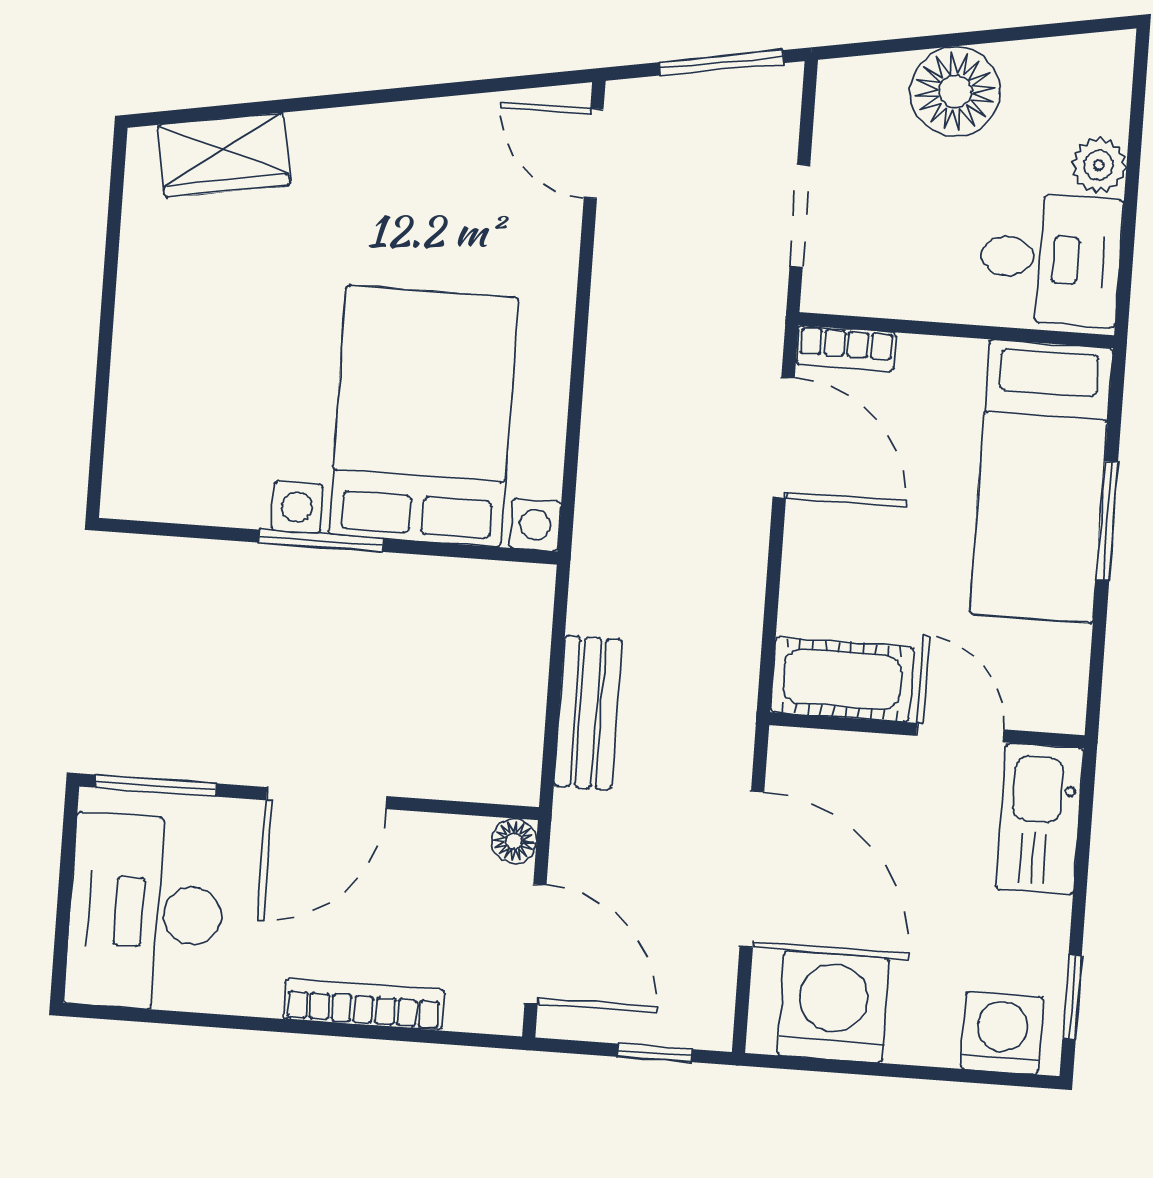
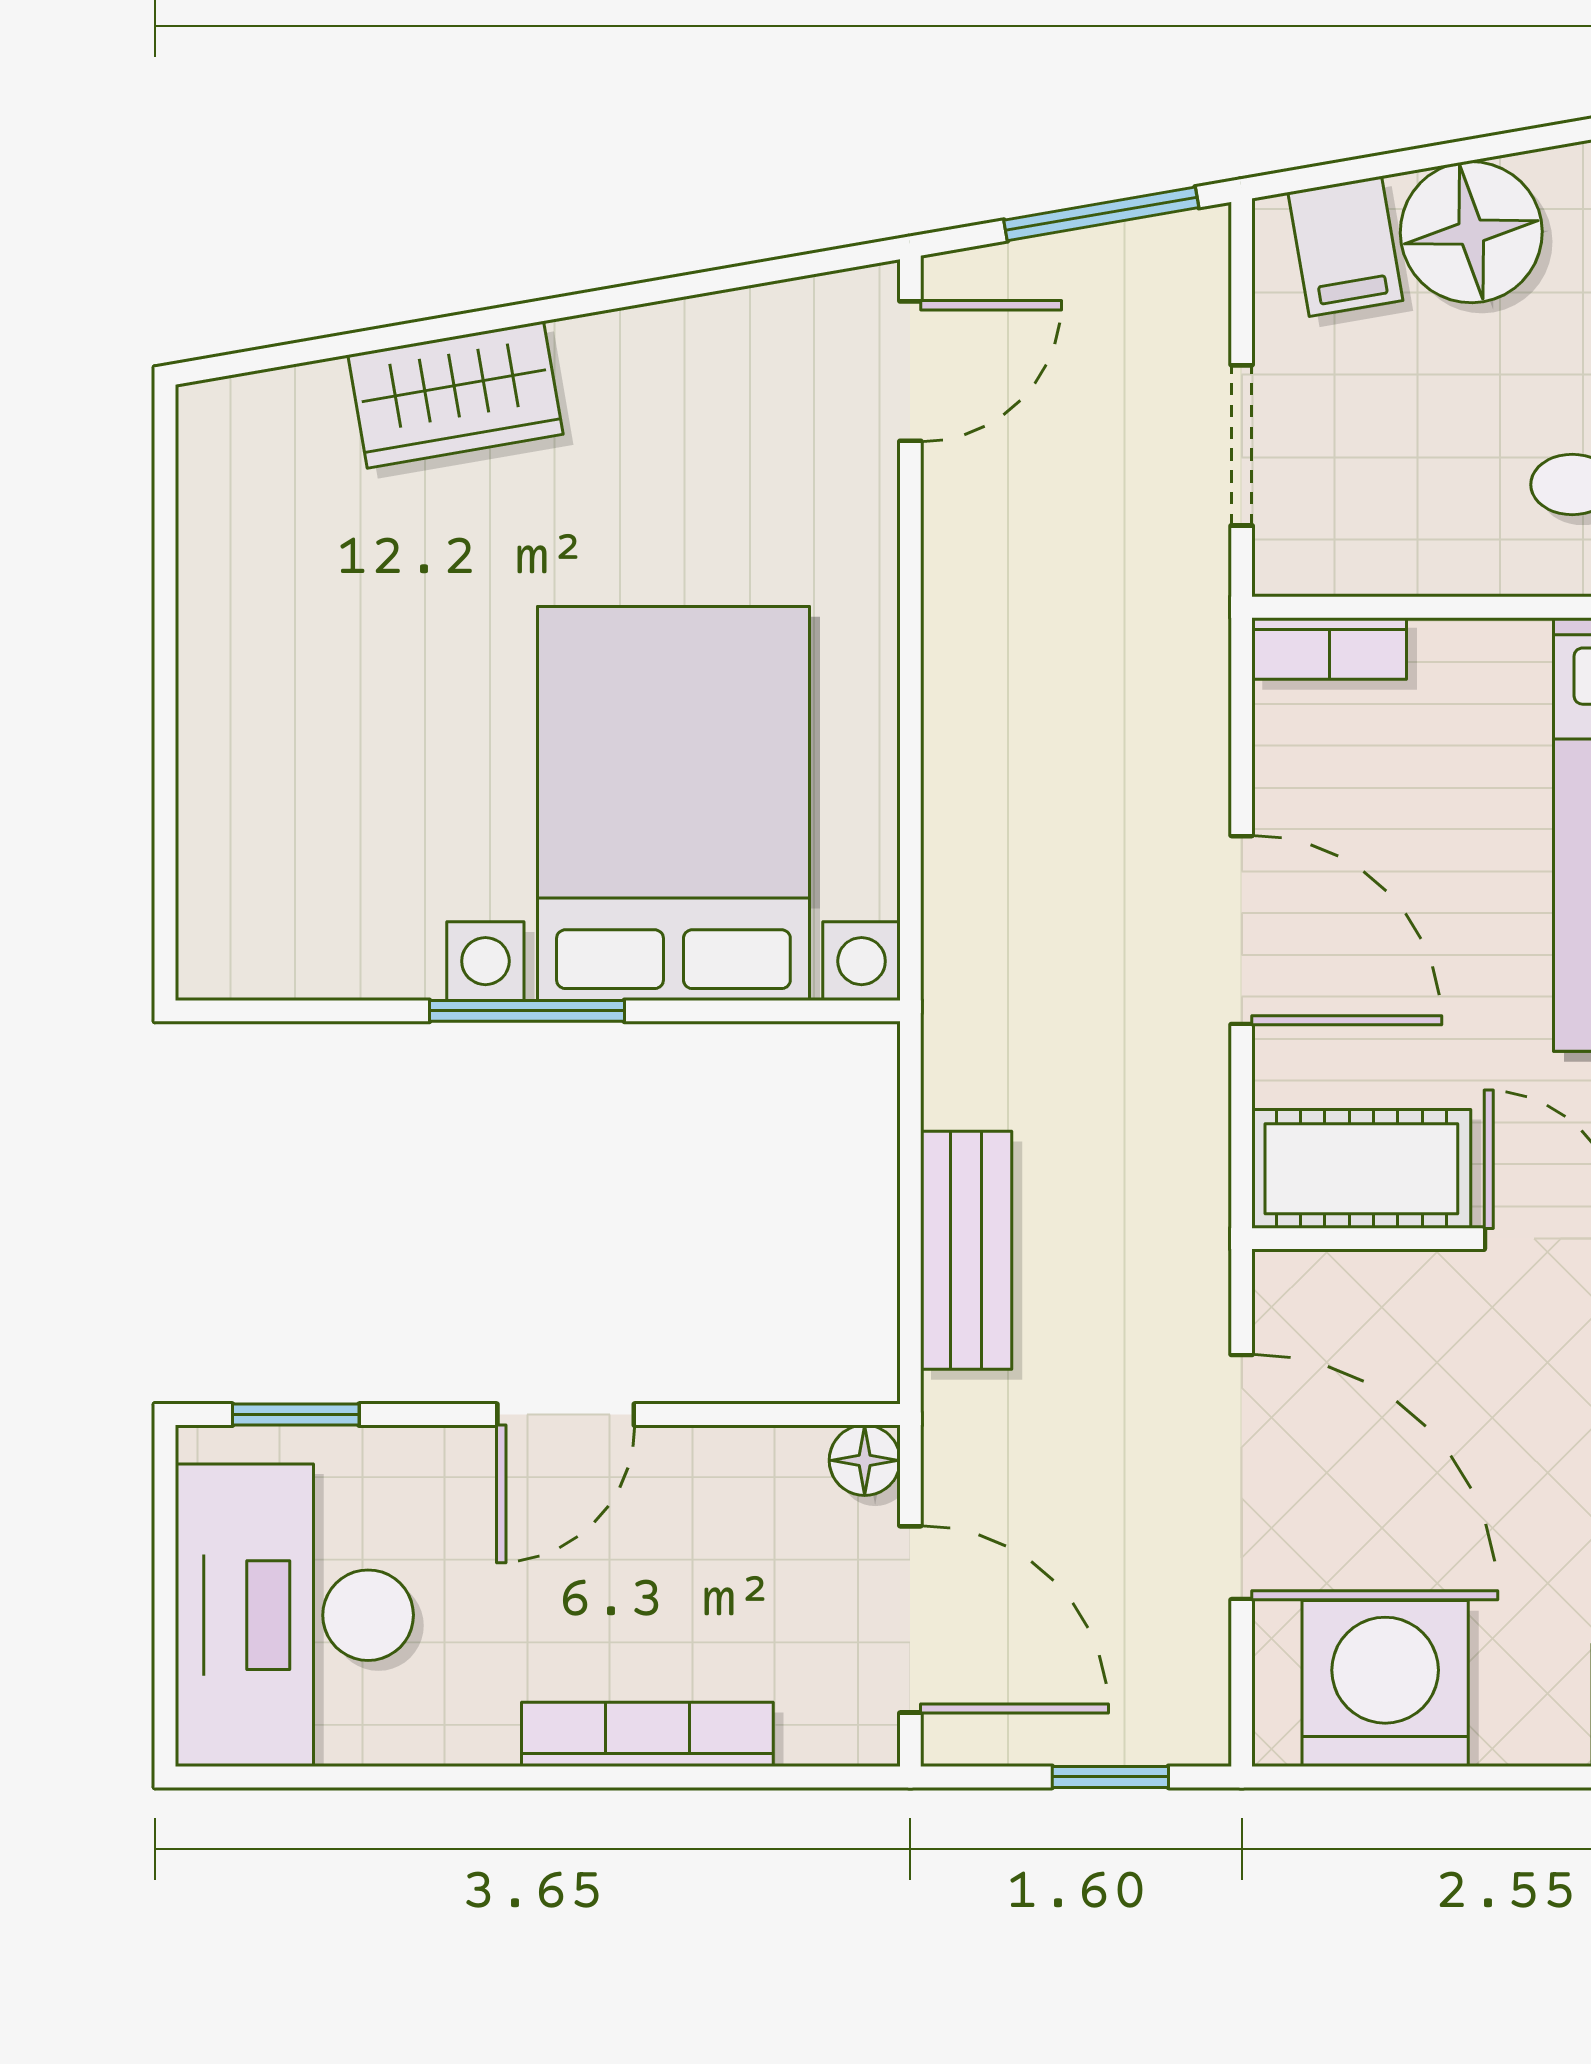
filing cabinet: (875, 95) -> (1345, 246), added
door: (594, 153) -> (910, 371), swing flipped
wardrobe: (224, 155) -> (455, 395), moved
door: (784, 438) -> (1242, 930), moved
window: (156, 786) -> (296, 1415), width x0.67
door: (327, 798) -> (566, 1415), width x0.73

